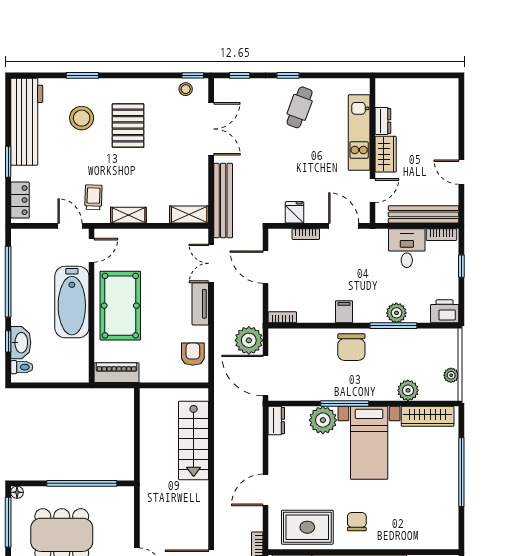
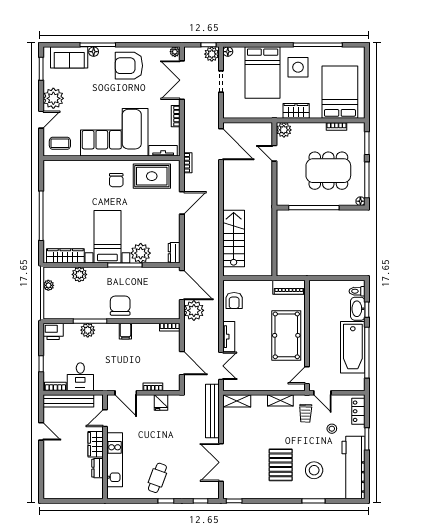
stool: (186, 89) -> (332, 429), moved
bathtub: (72, 302) -> (353, 347), moved, turned 180

